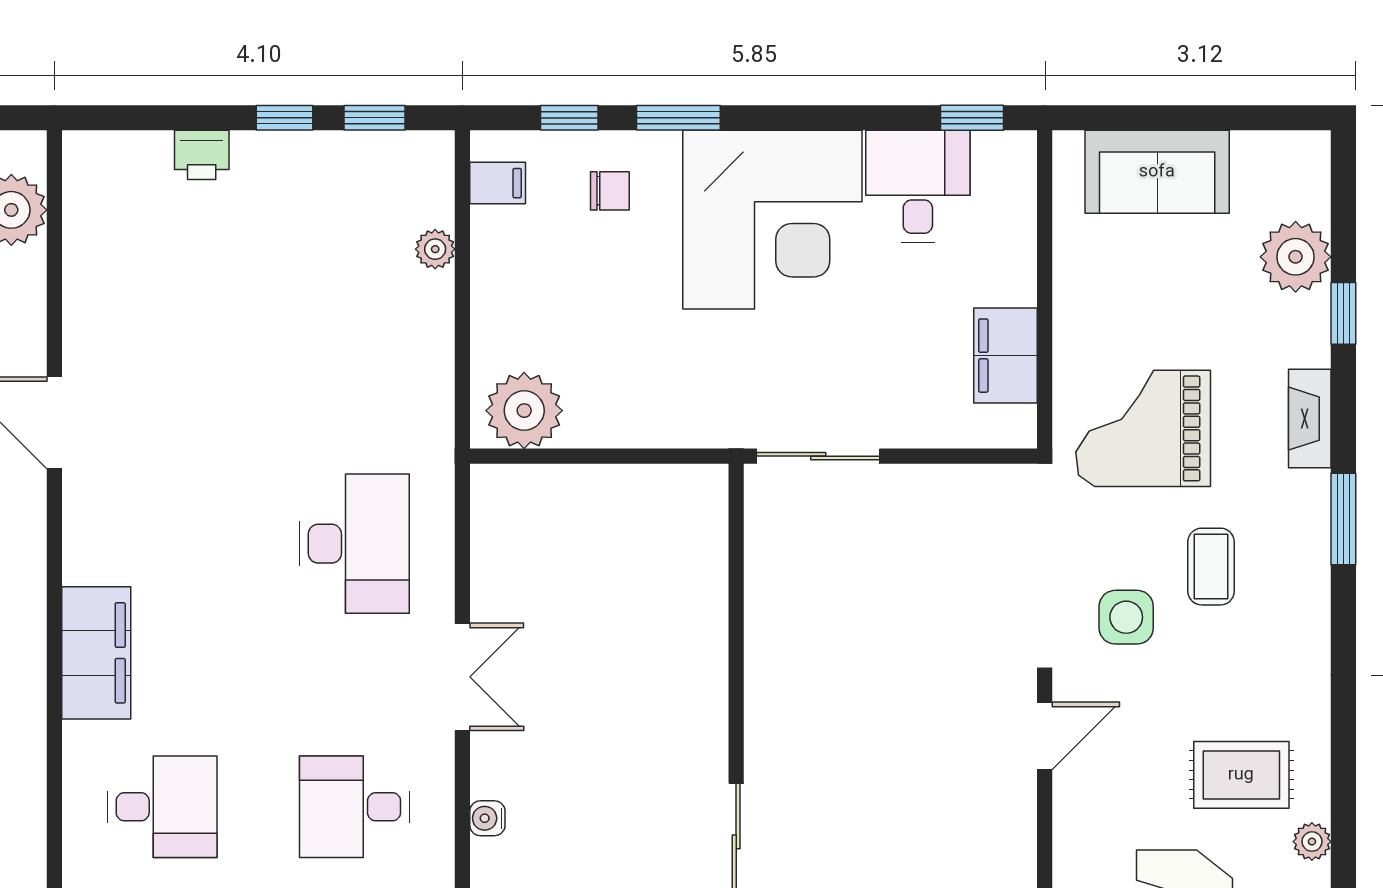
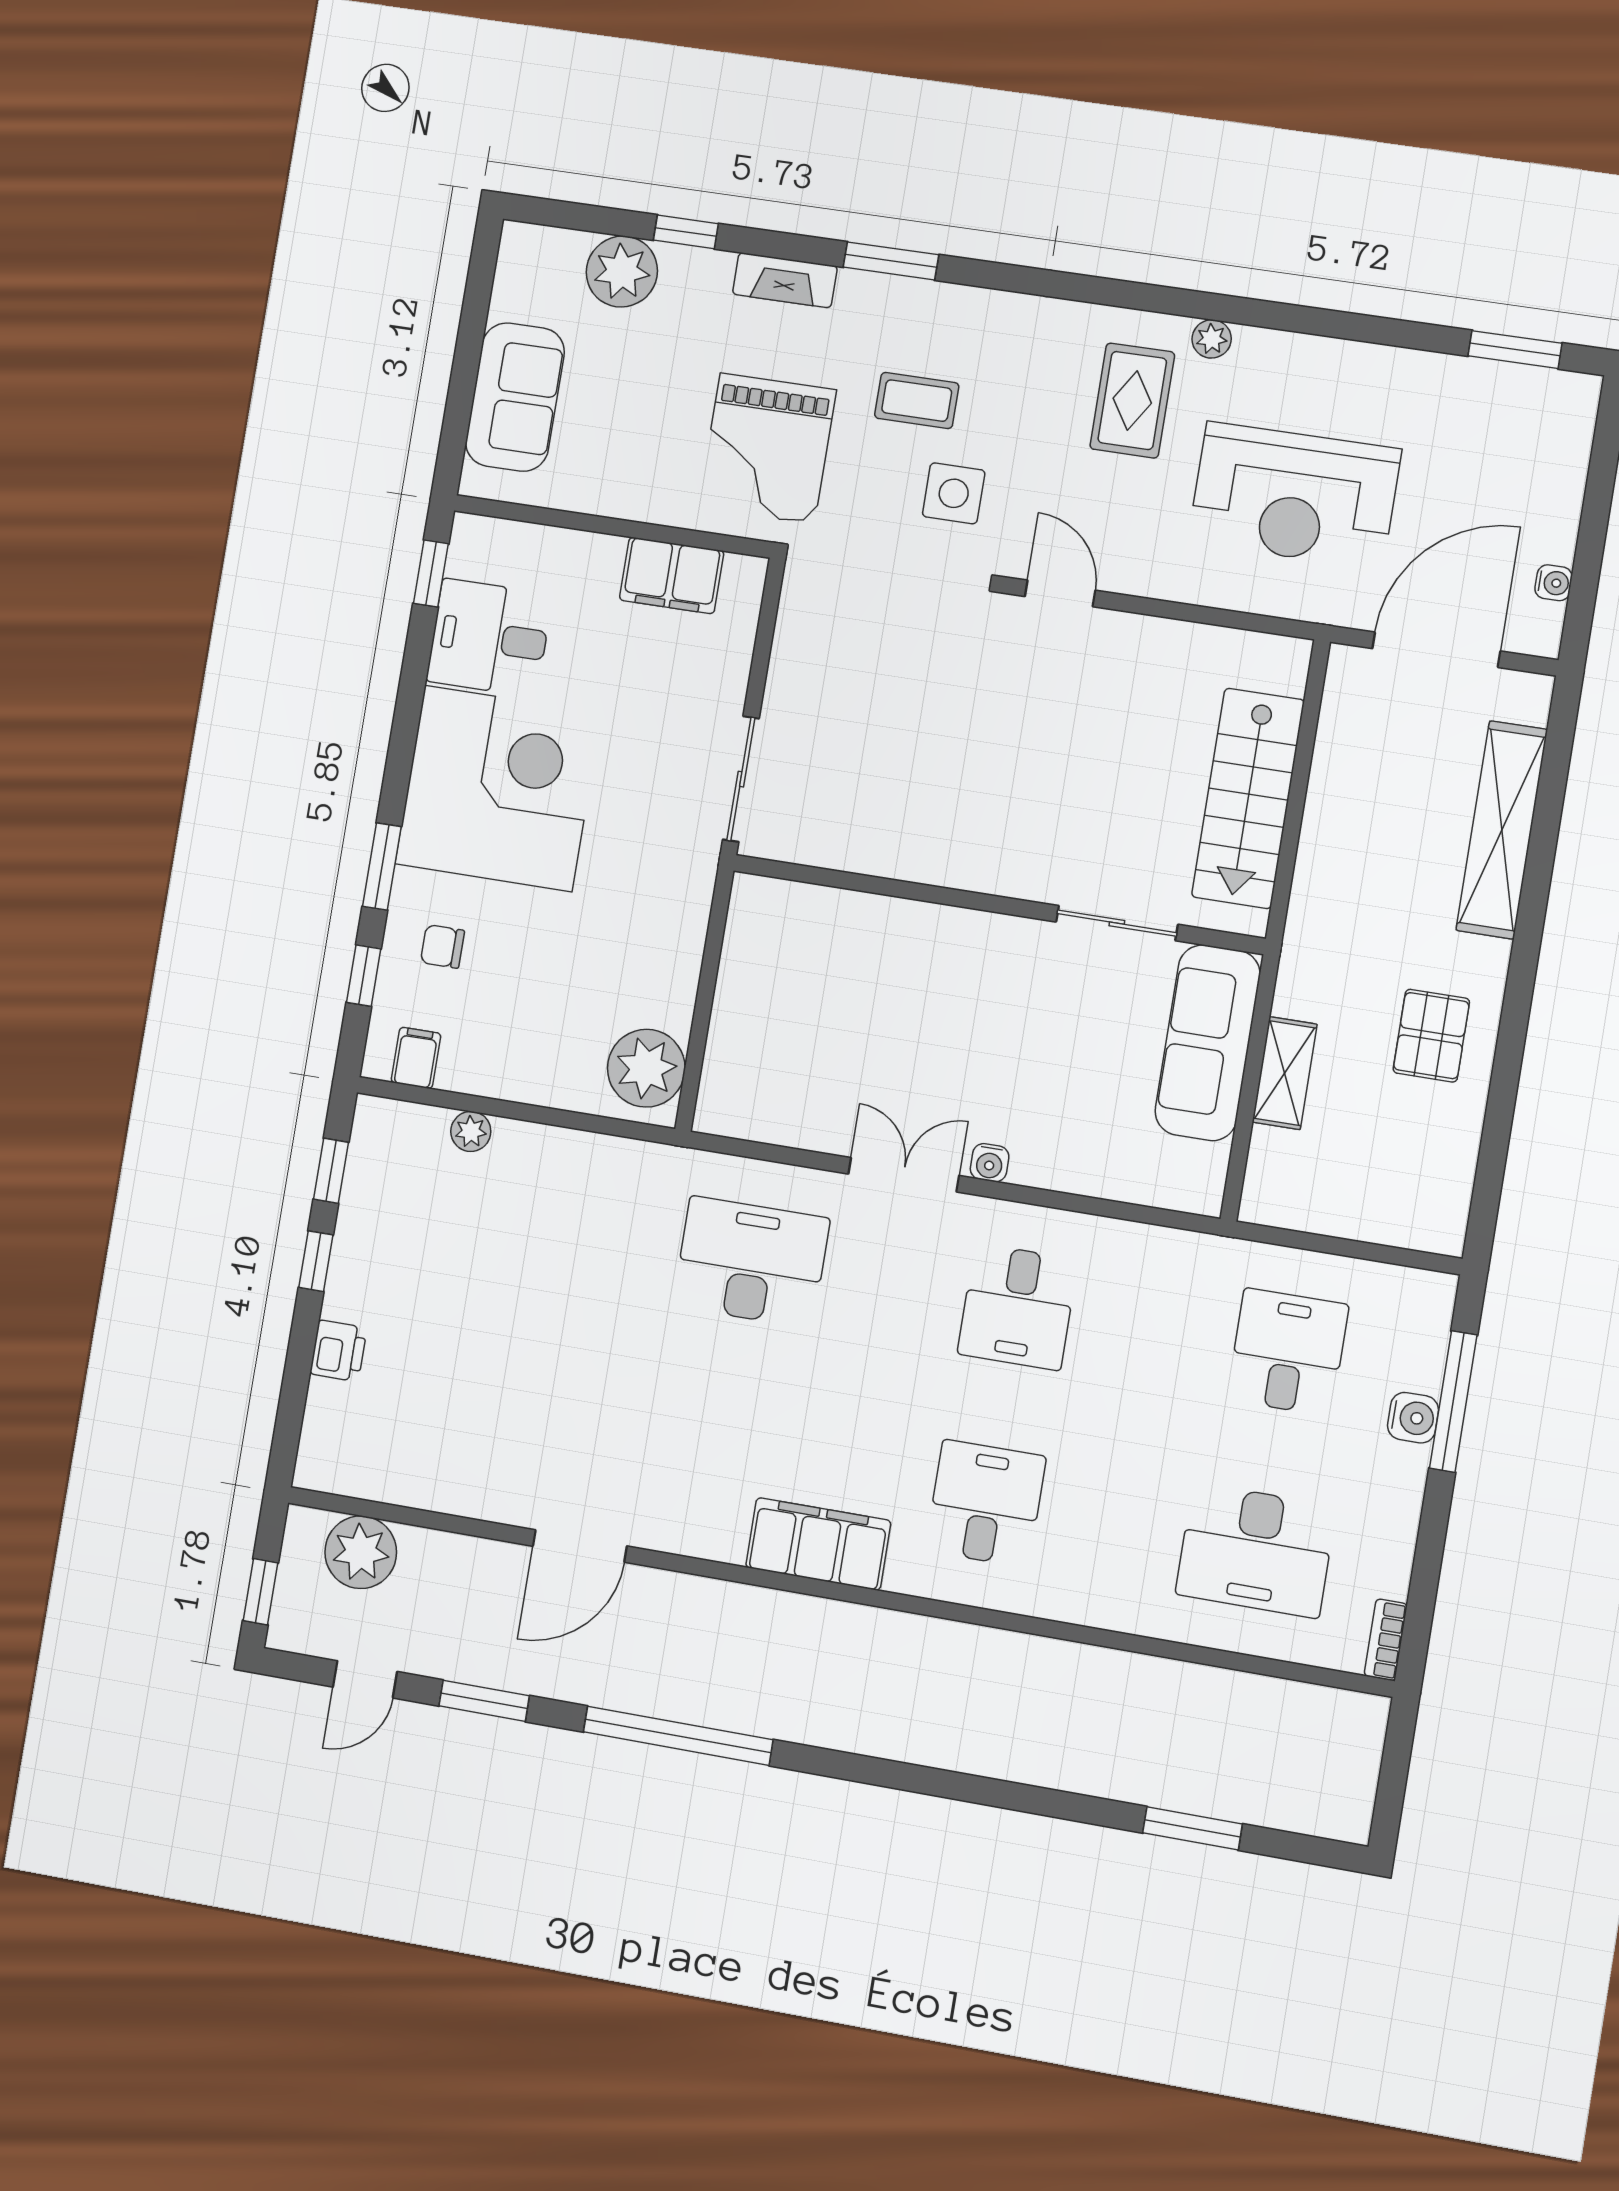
chair: (610, 191) -> (442, 946), turned -90
water cooler: (487, 818) -> (990, 1163), moved

